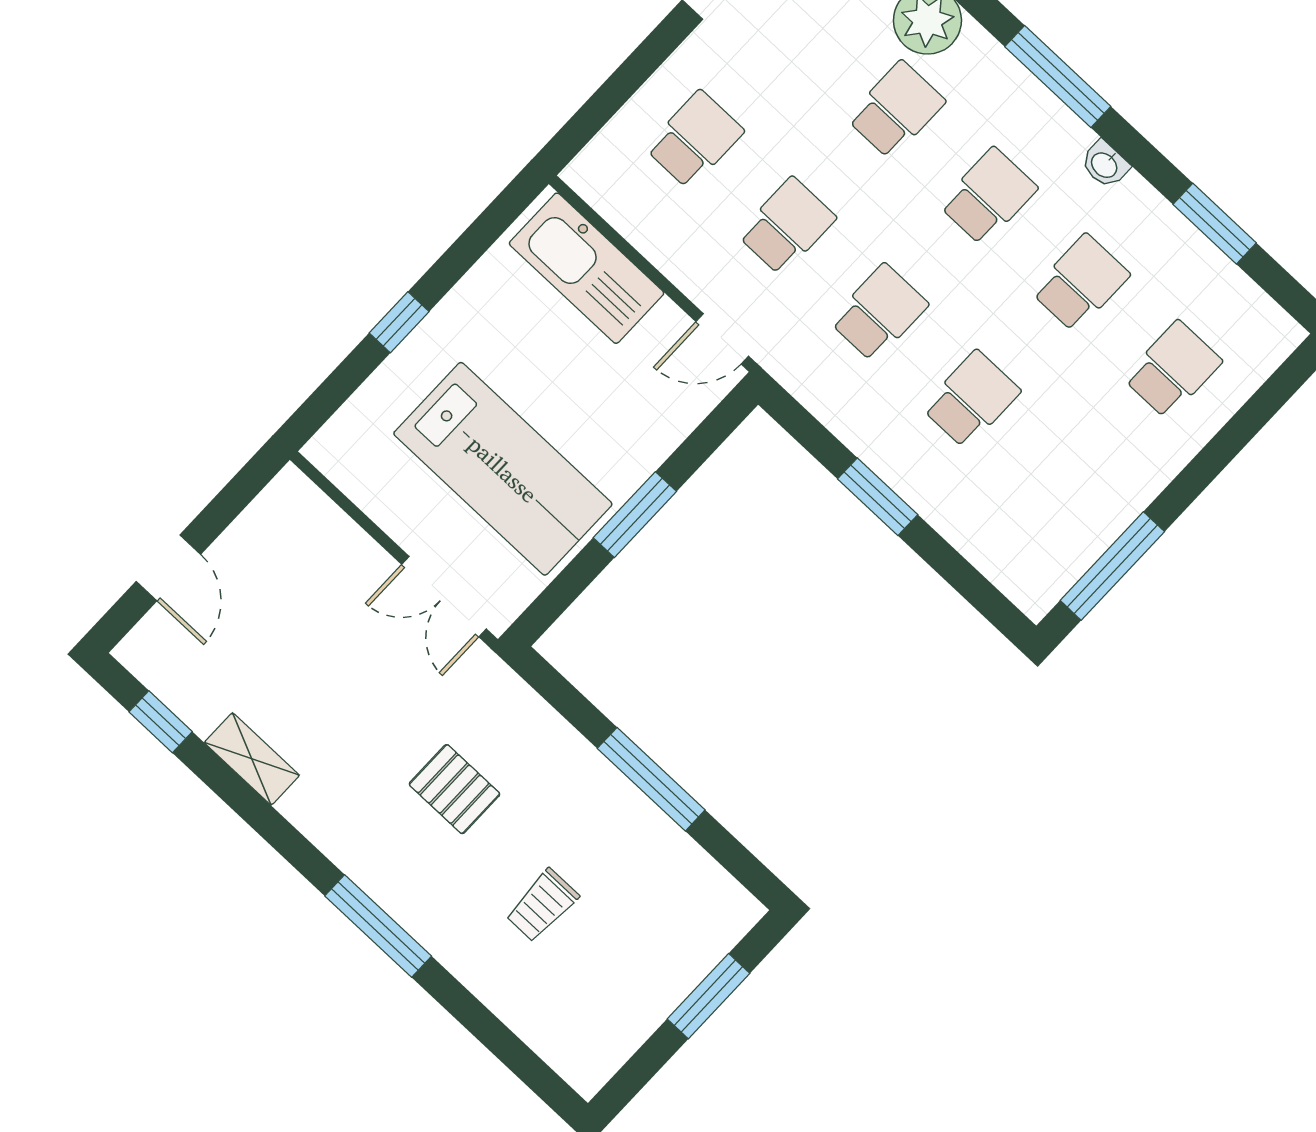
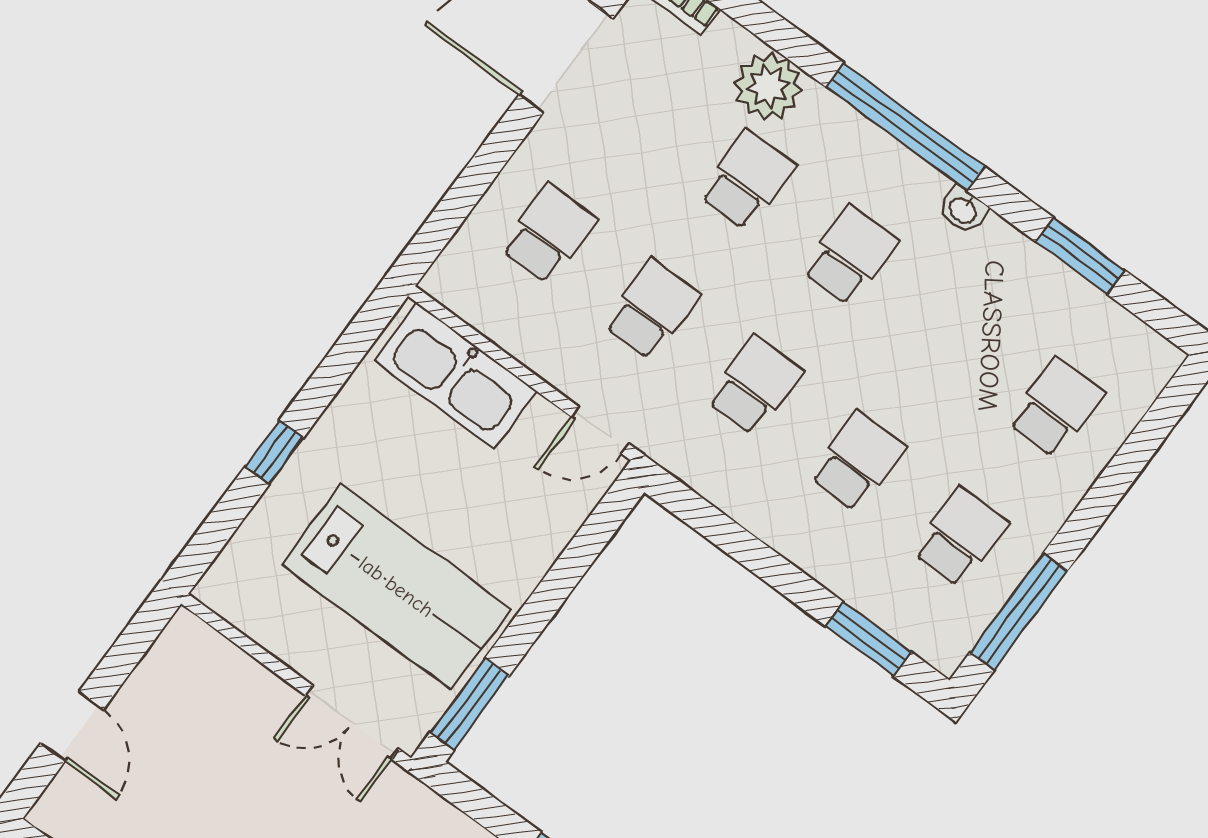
window: (1058, 76) -> (905, 127), width x1.46
school desk: (1080, 283) -> (960, 537), moved
window: (878, 497) -> (868, 639), moved
window: (635, 515) -> (470, 704), moved

